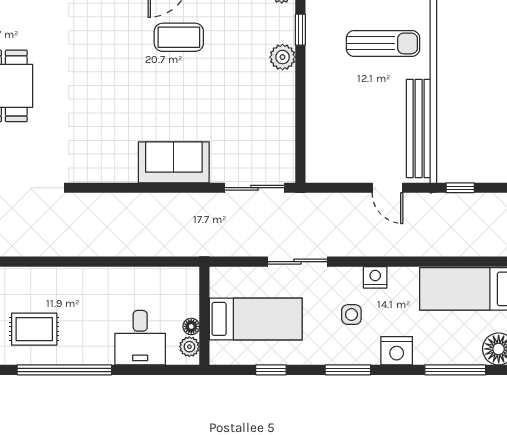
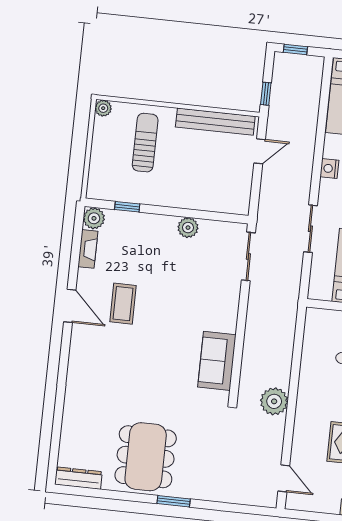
plant: (283, 57) -> (188, 228), moved
sofa: (174, 162) -> (217, 361), moved
plant: (77, 239) -> (274, 401), added

